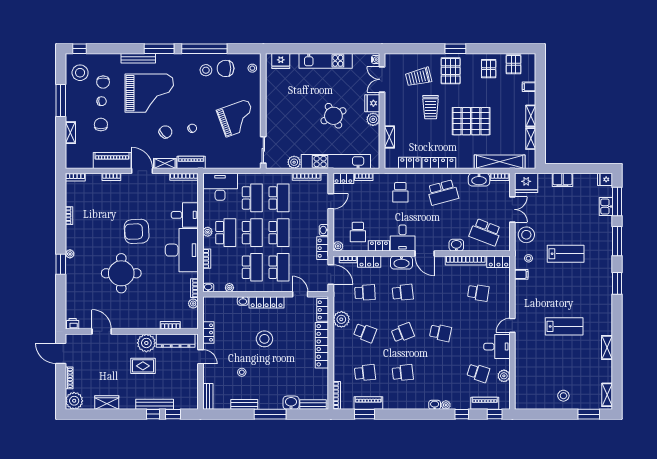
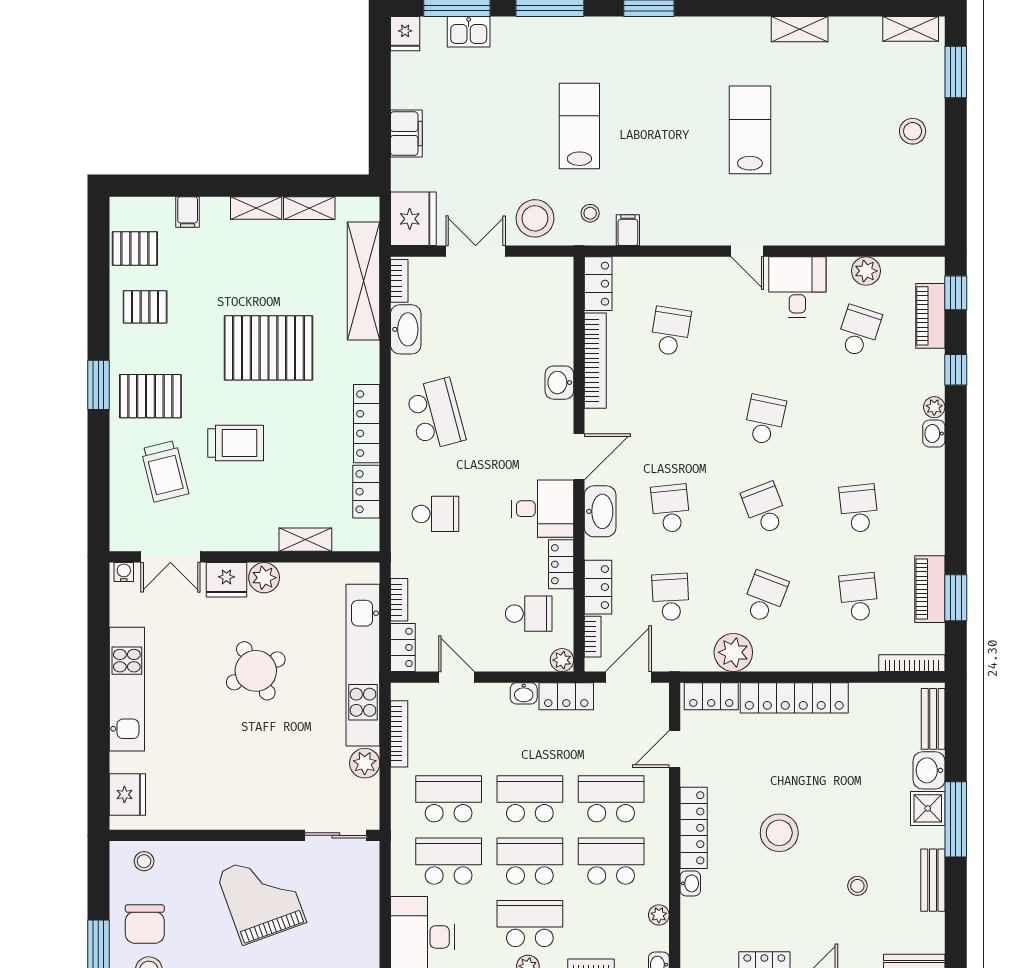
pallet: (471, 121) -> (268, 348), turned 90
school desk: (485, 232) -> (529, 315), removed
shower: (275, 402) -> (928, 808), added

